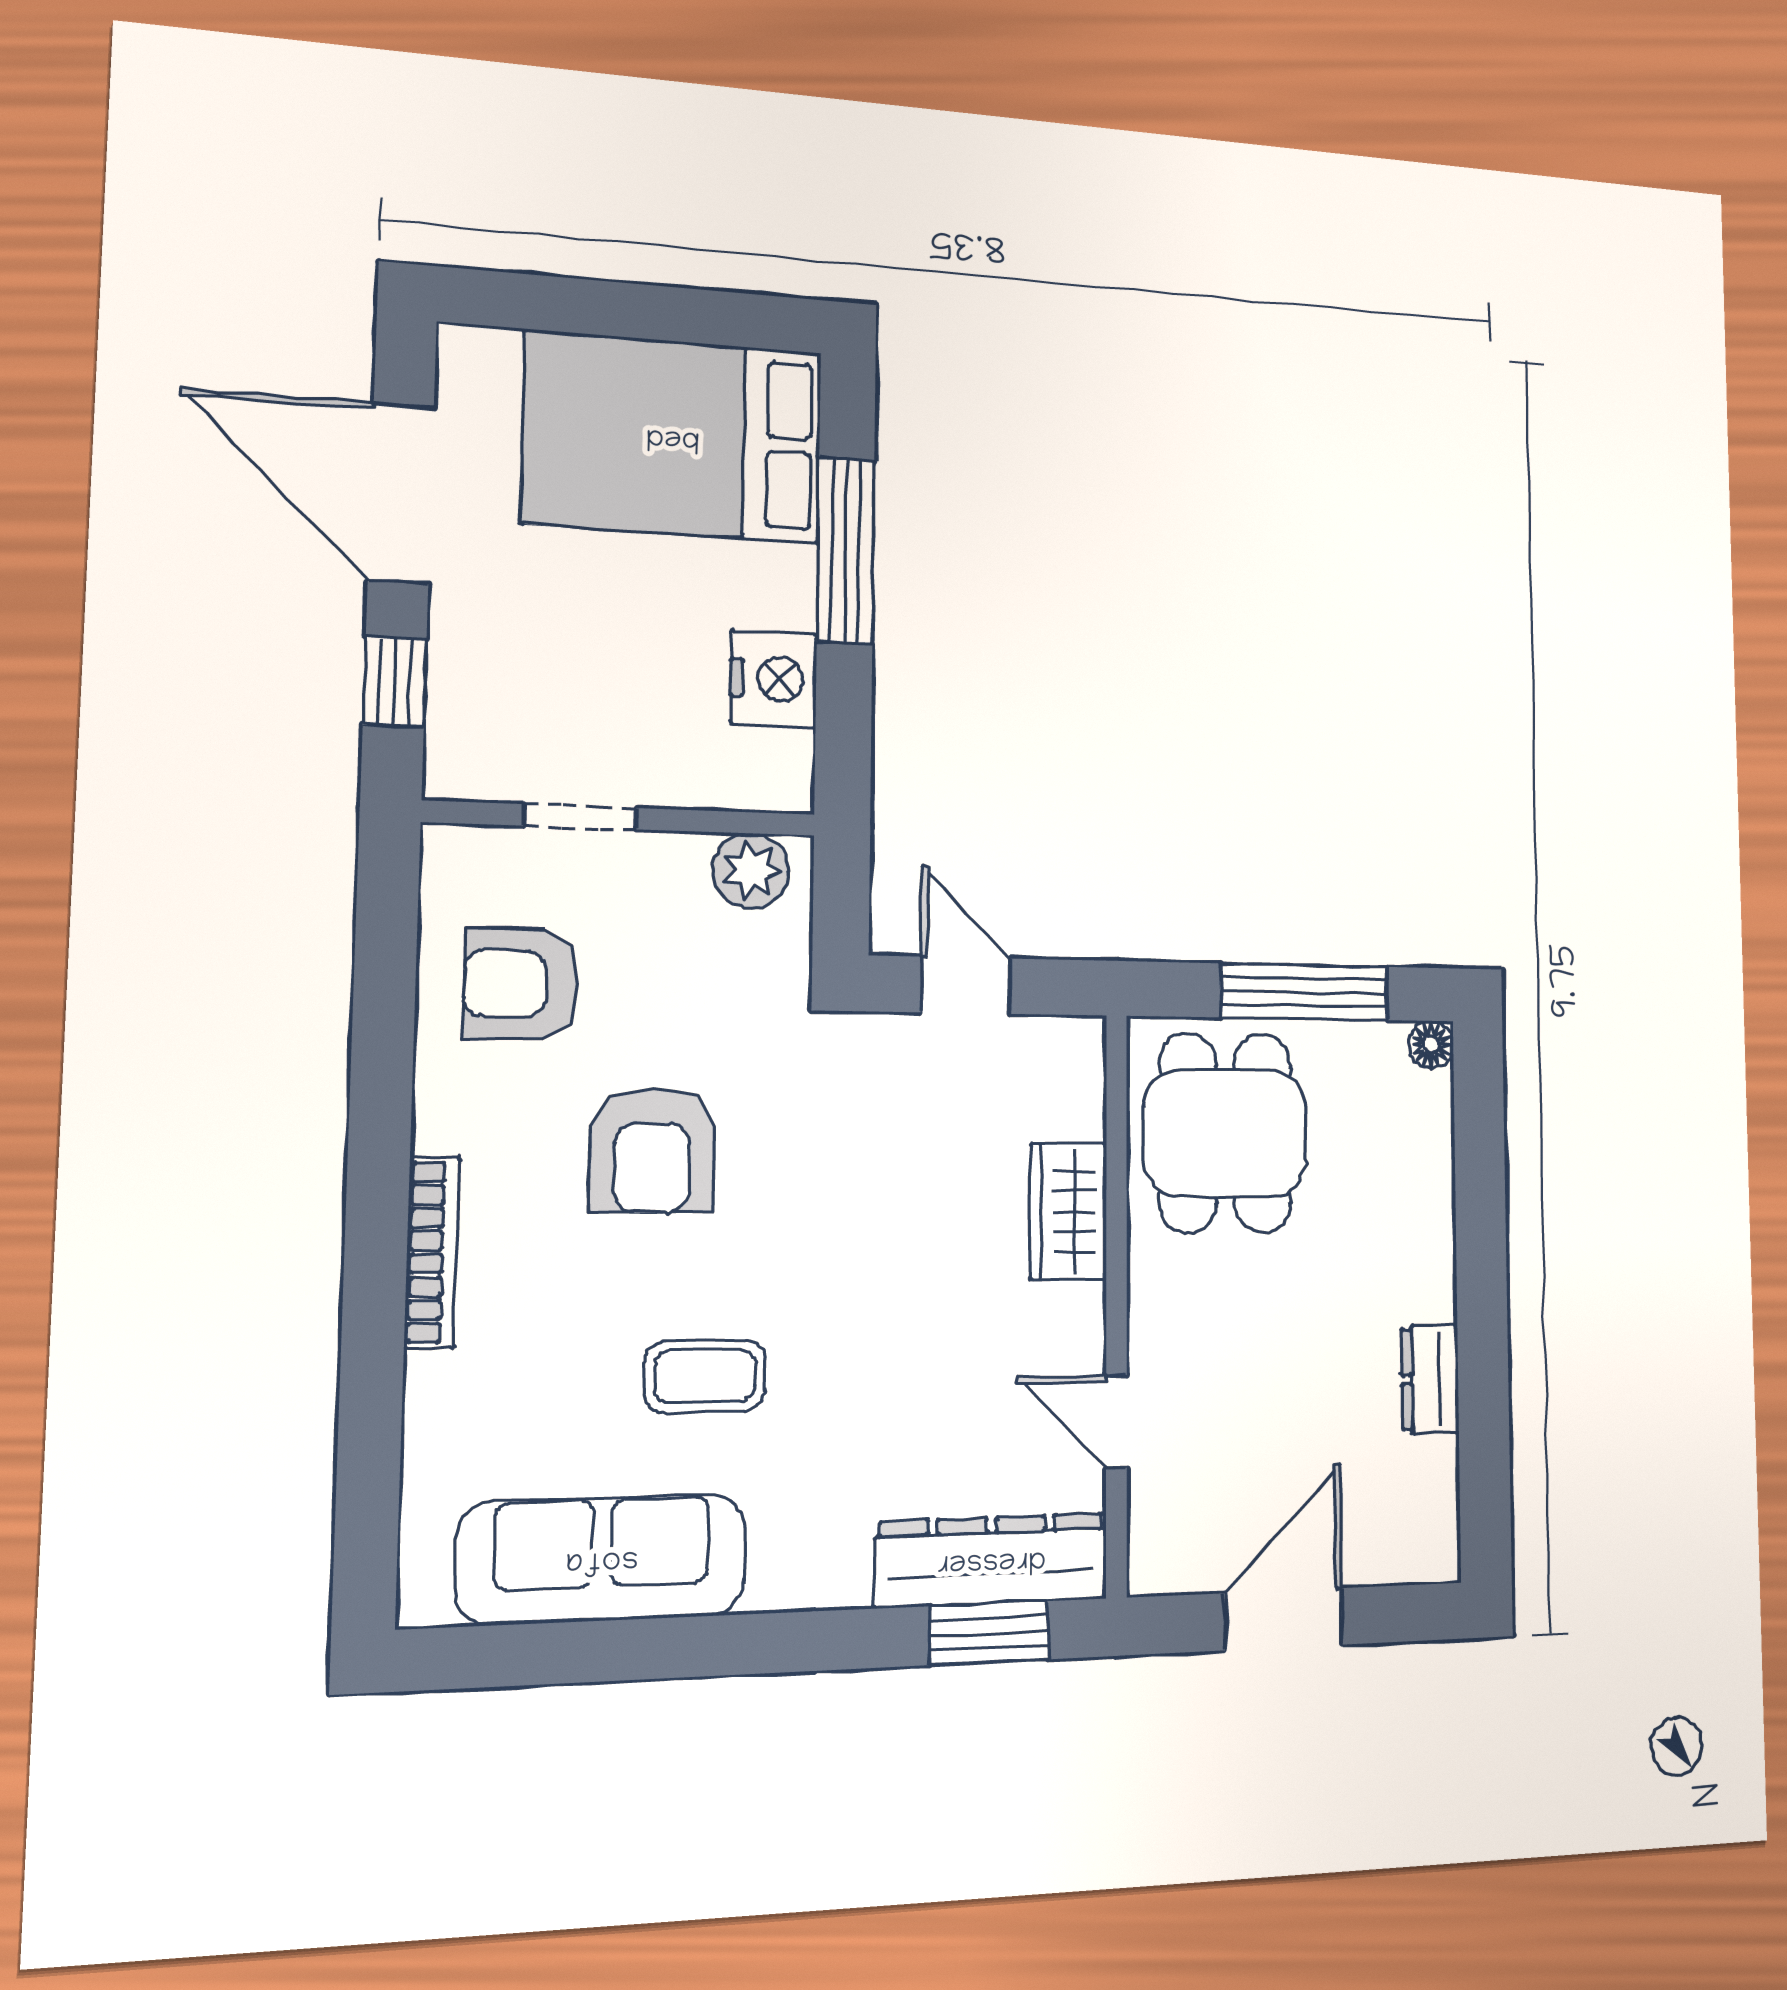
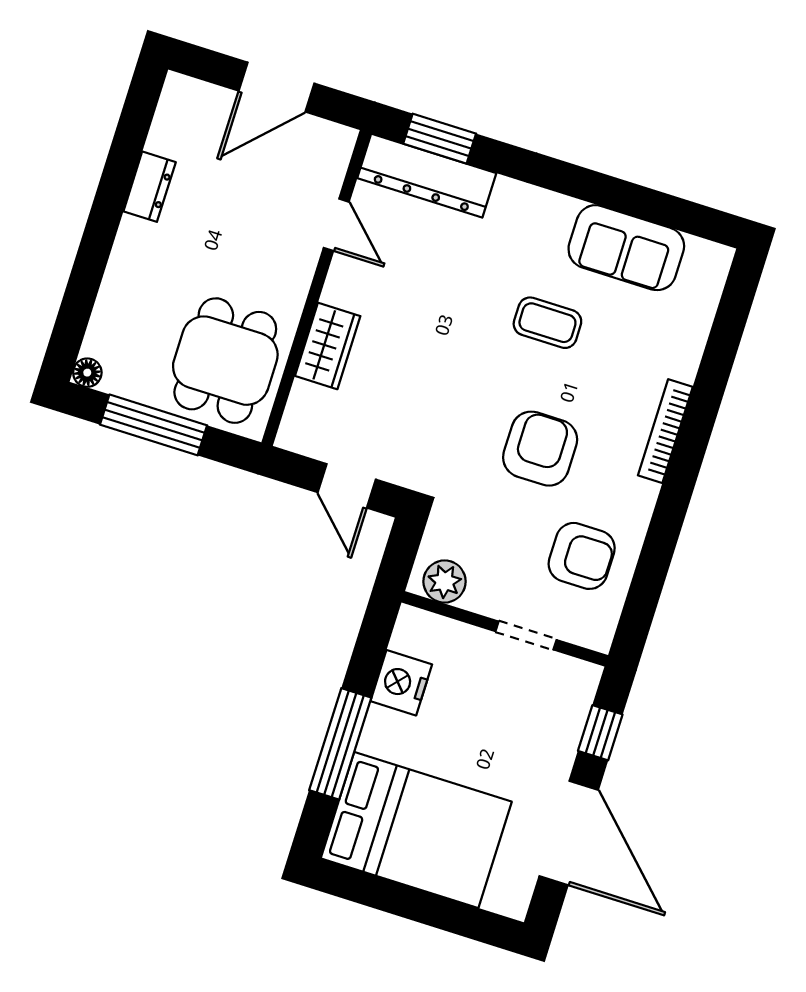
sofa: (602, 1559) -> (626, 248), width x0.73

